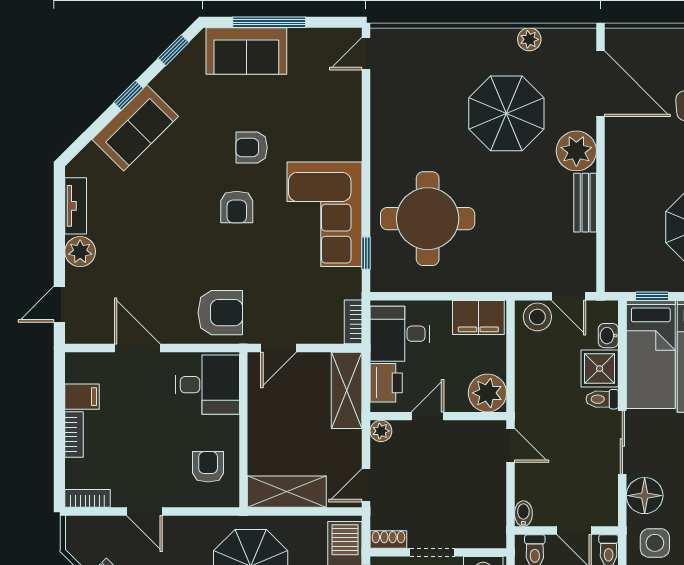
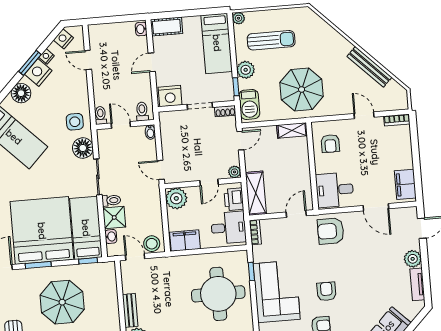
filing cabinet: (82, 397) -> (405, 184), width x2.00
bookcase: (74, 435) -> (407, 155), removed
shelving: (287, 492) -> (292, 130), width x0.67, depth x0.75

